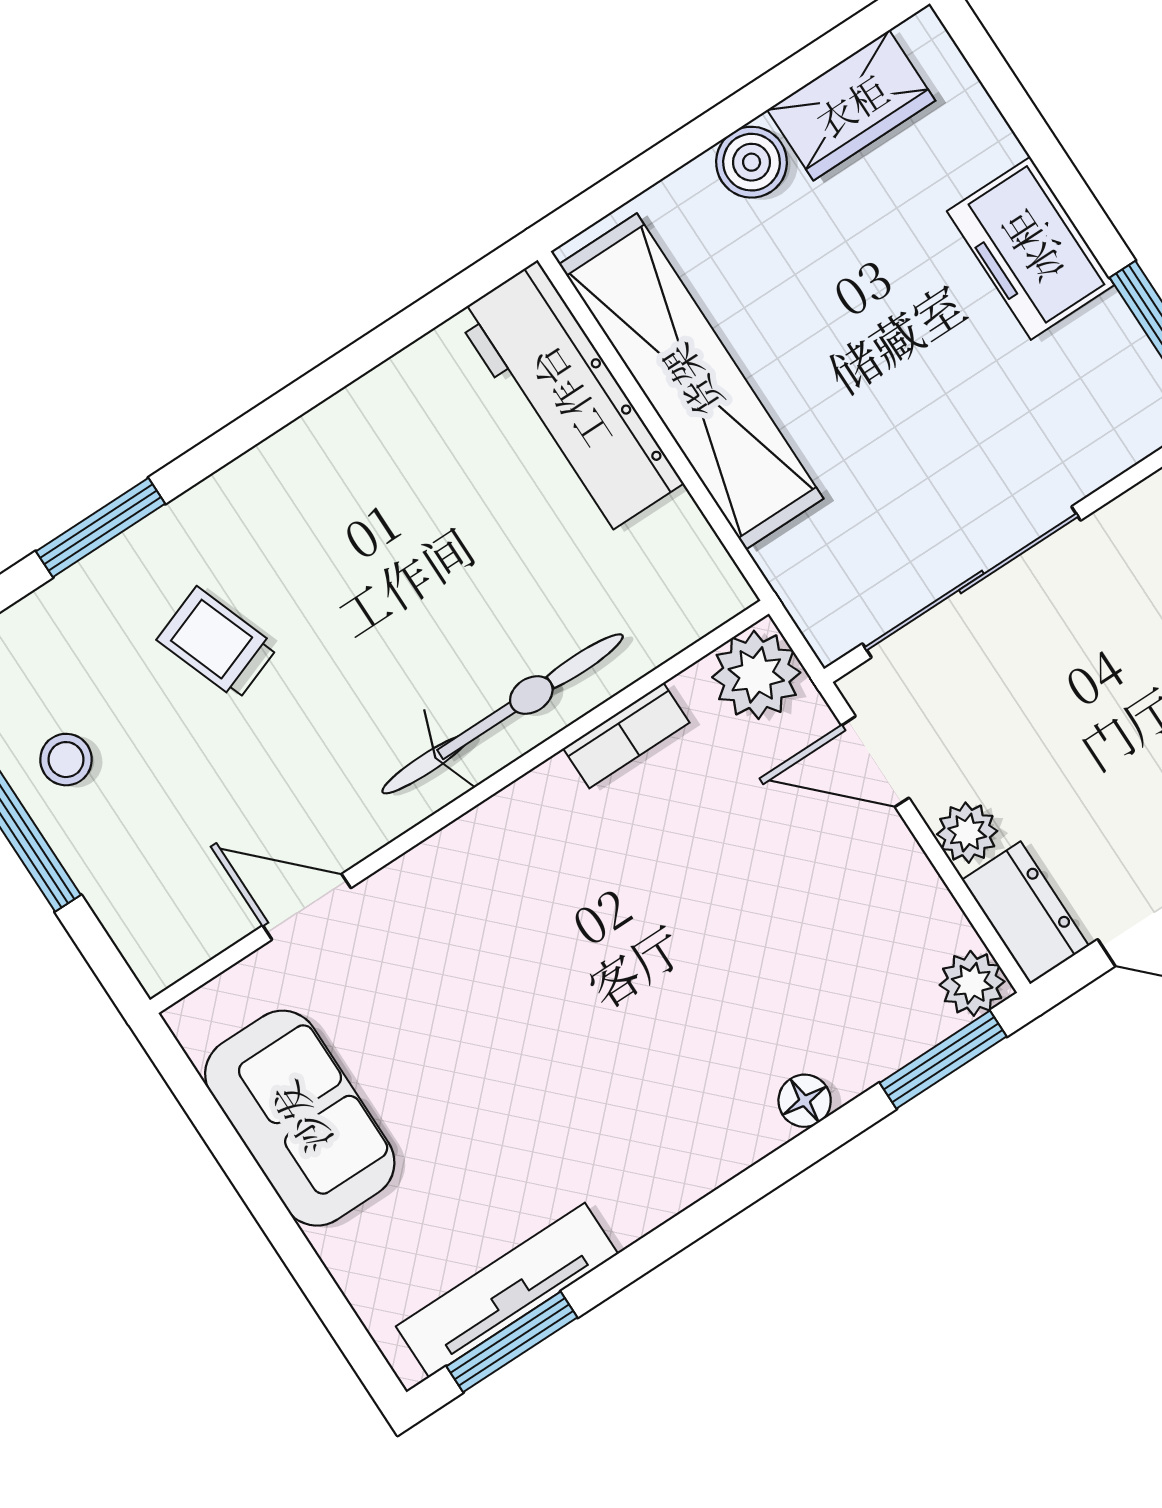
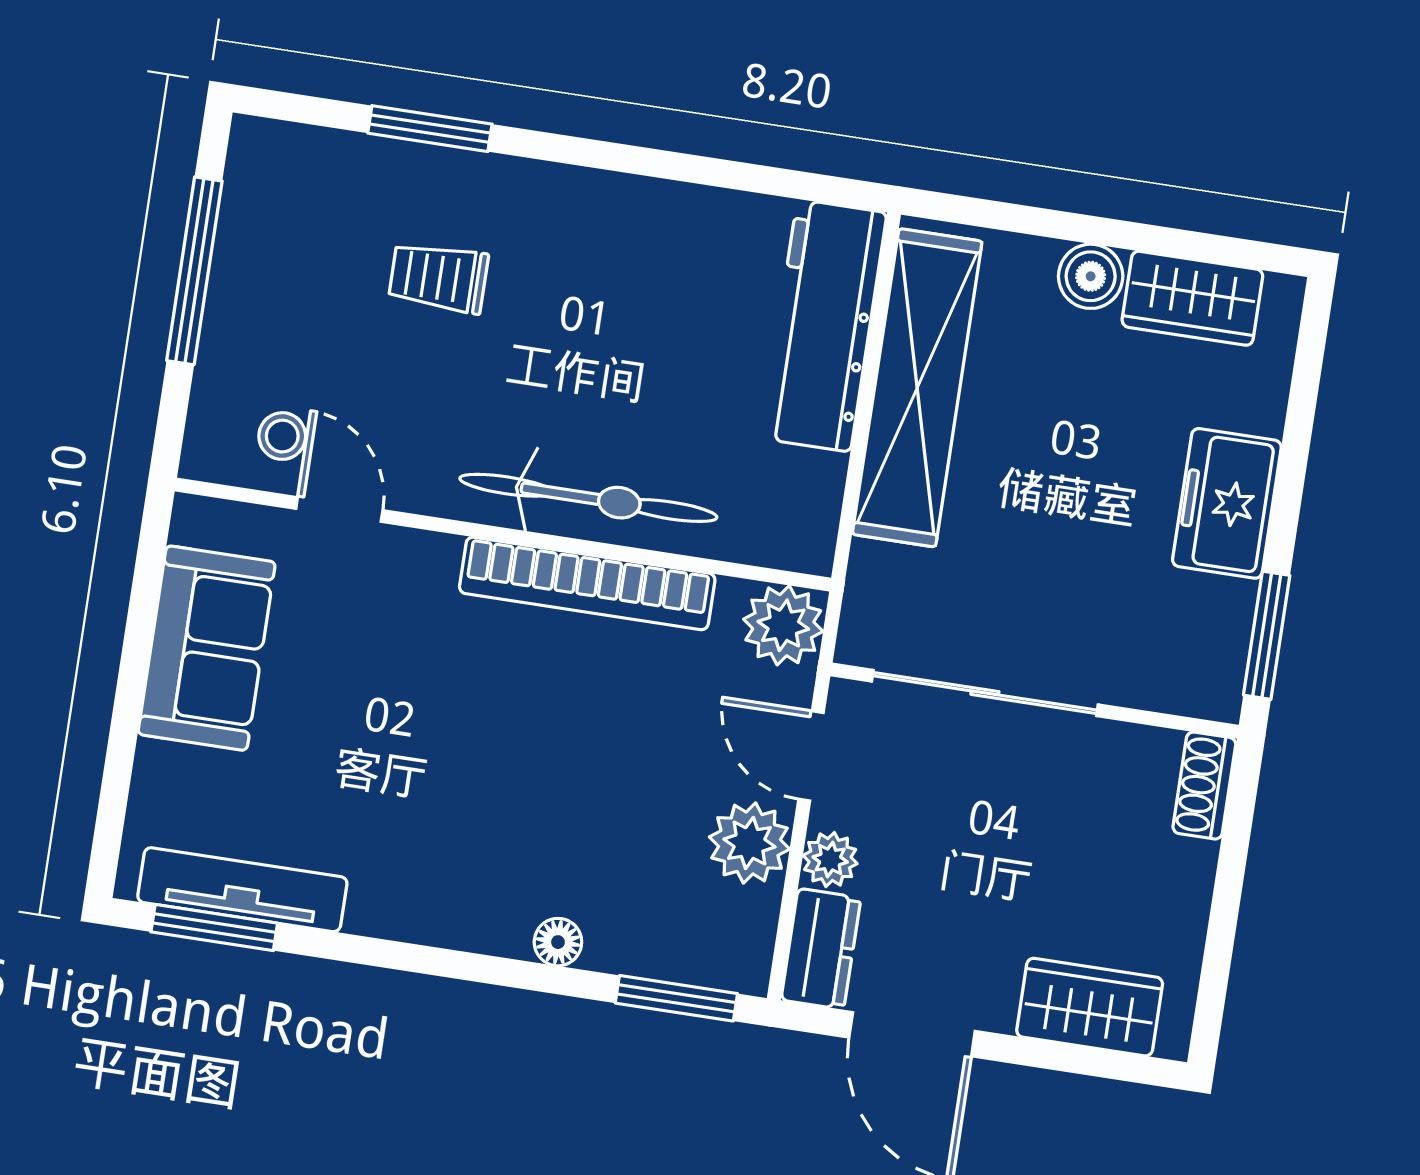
trolley: (217, 643) -> (438, 278), turned -70
bookcase: (626, 735) -> (587, 583), width x2.31, depth x1.31
stool: (66, 760) -> (282, 436), moved
plant: (972, 983) -> (749, 843), moved, width x1.38, depth x1.38

